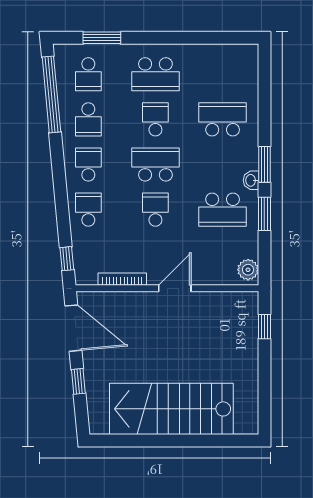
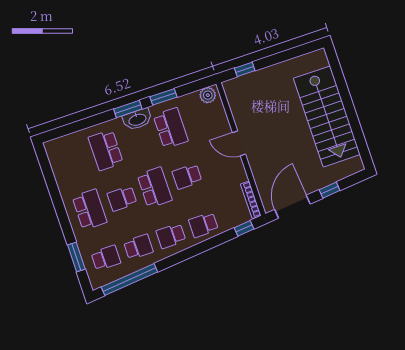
school desk: (155, 165) -> (155, 187), turned 180
washbasin: (251, 180) -> (137, 119), width x1.91, depth x1.45
bookcase: (122, 279) -> (251, 200), moved

